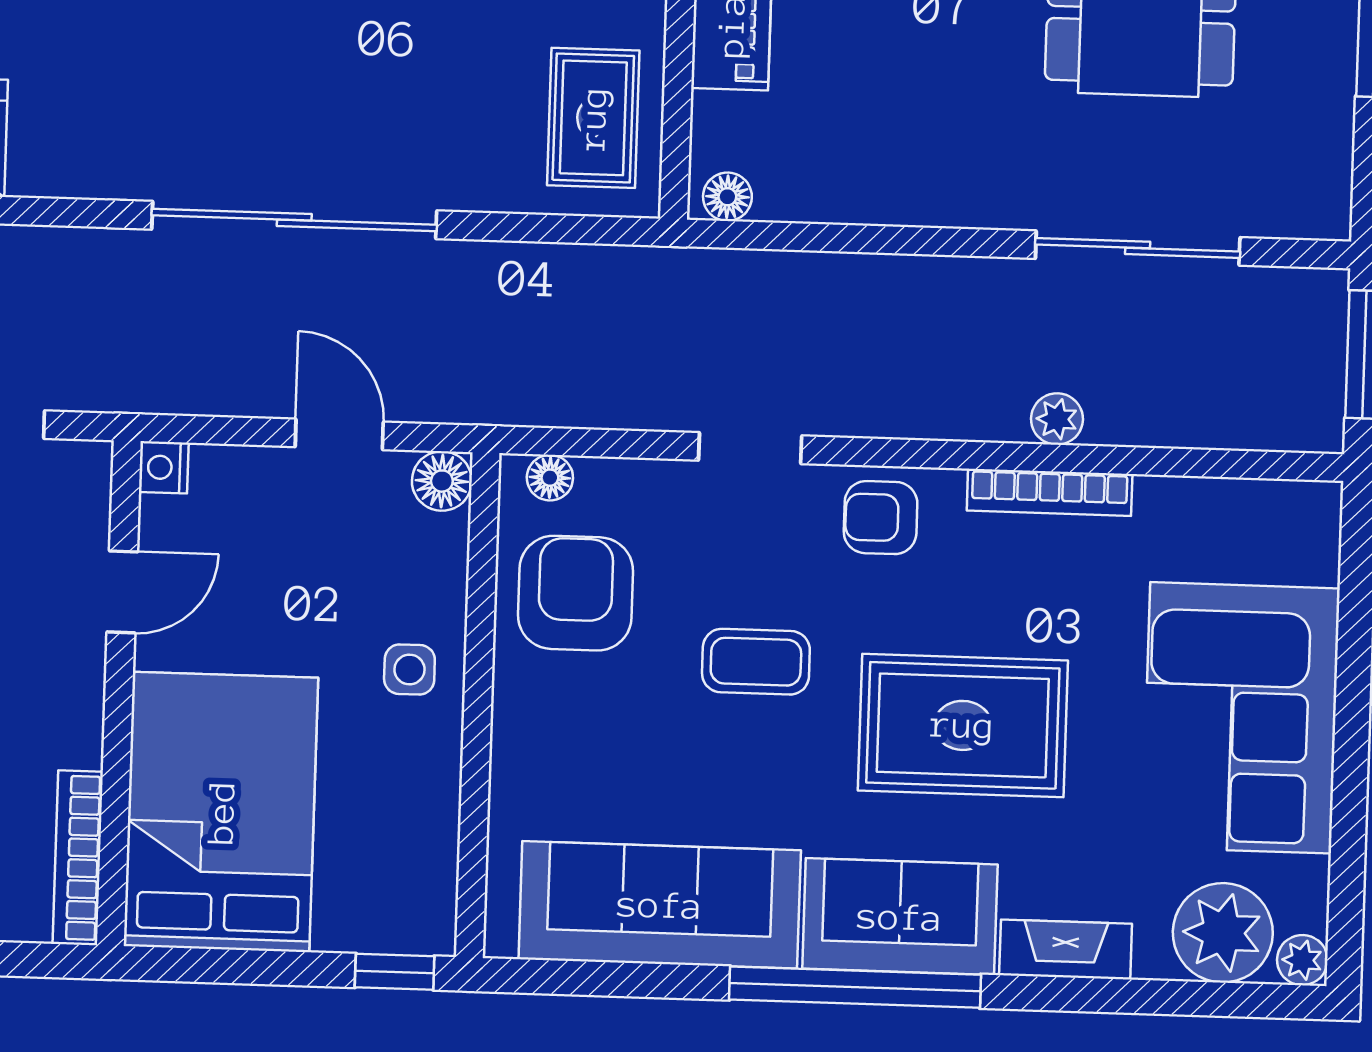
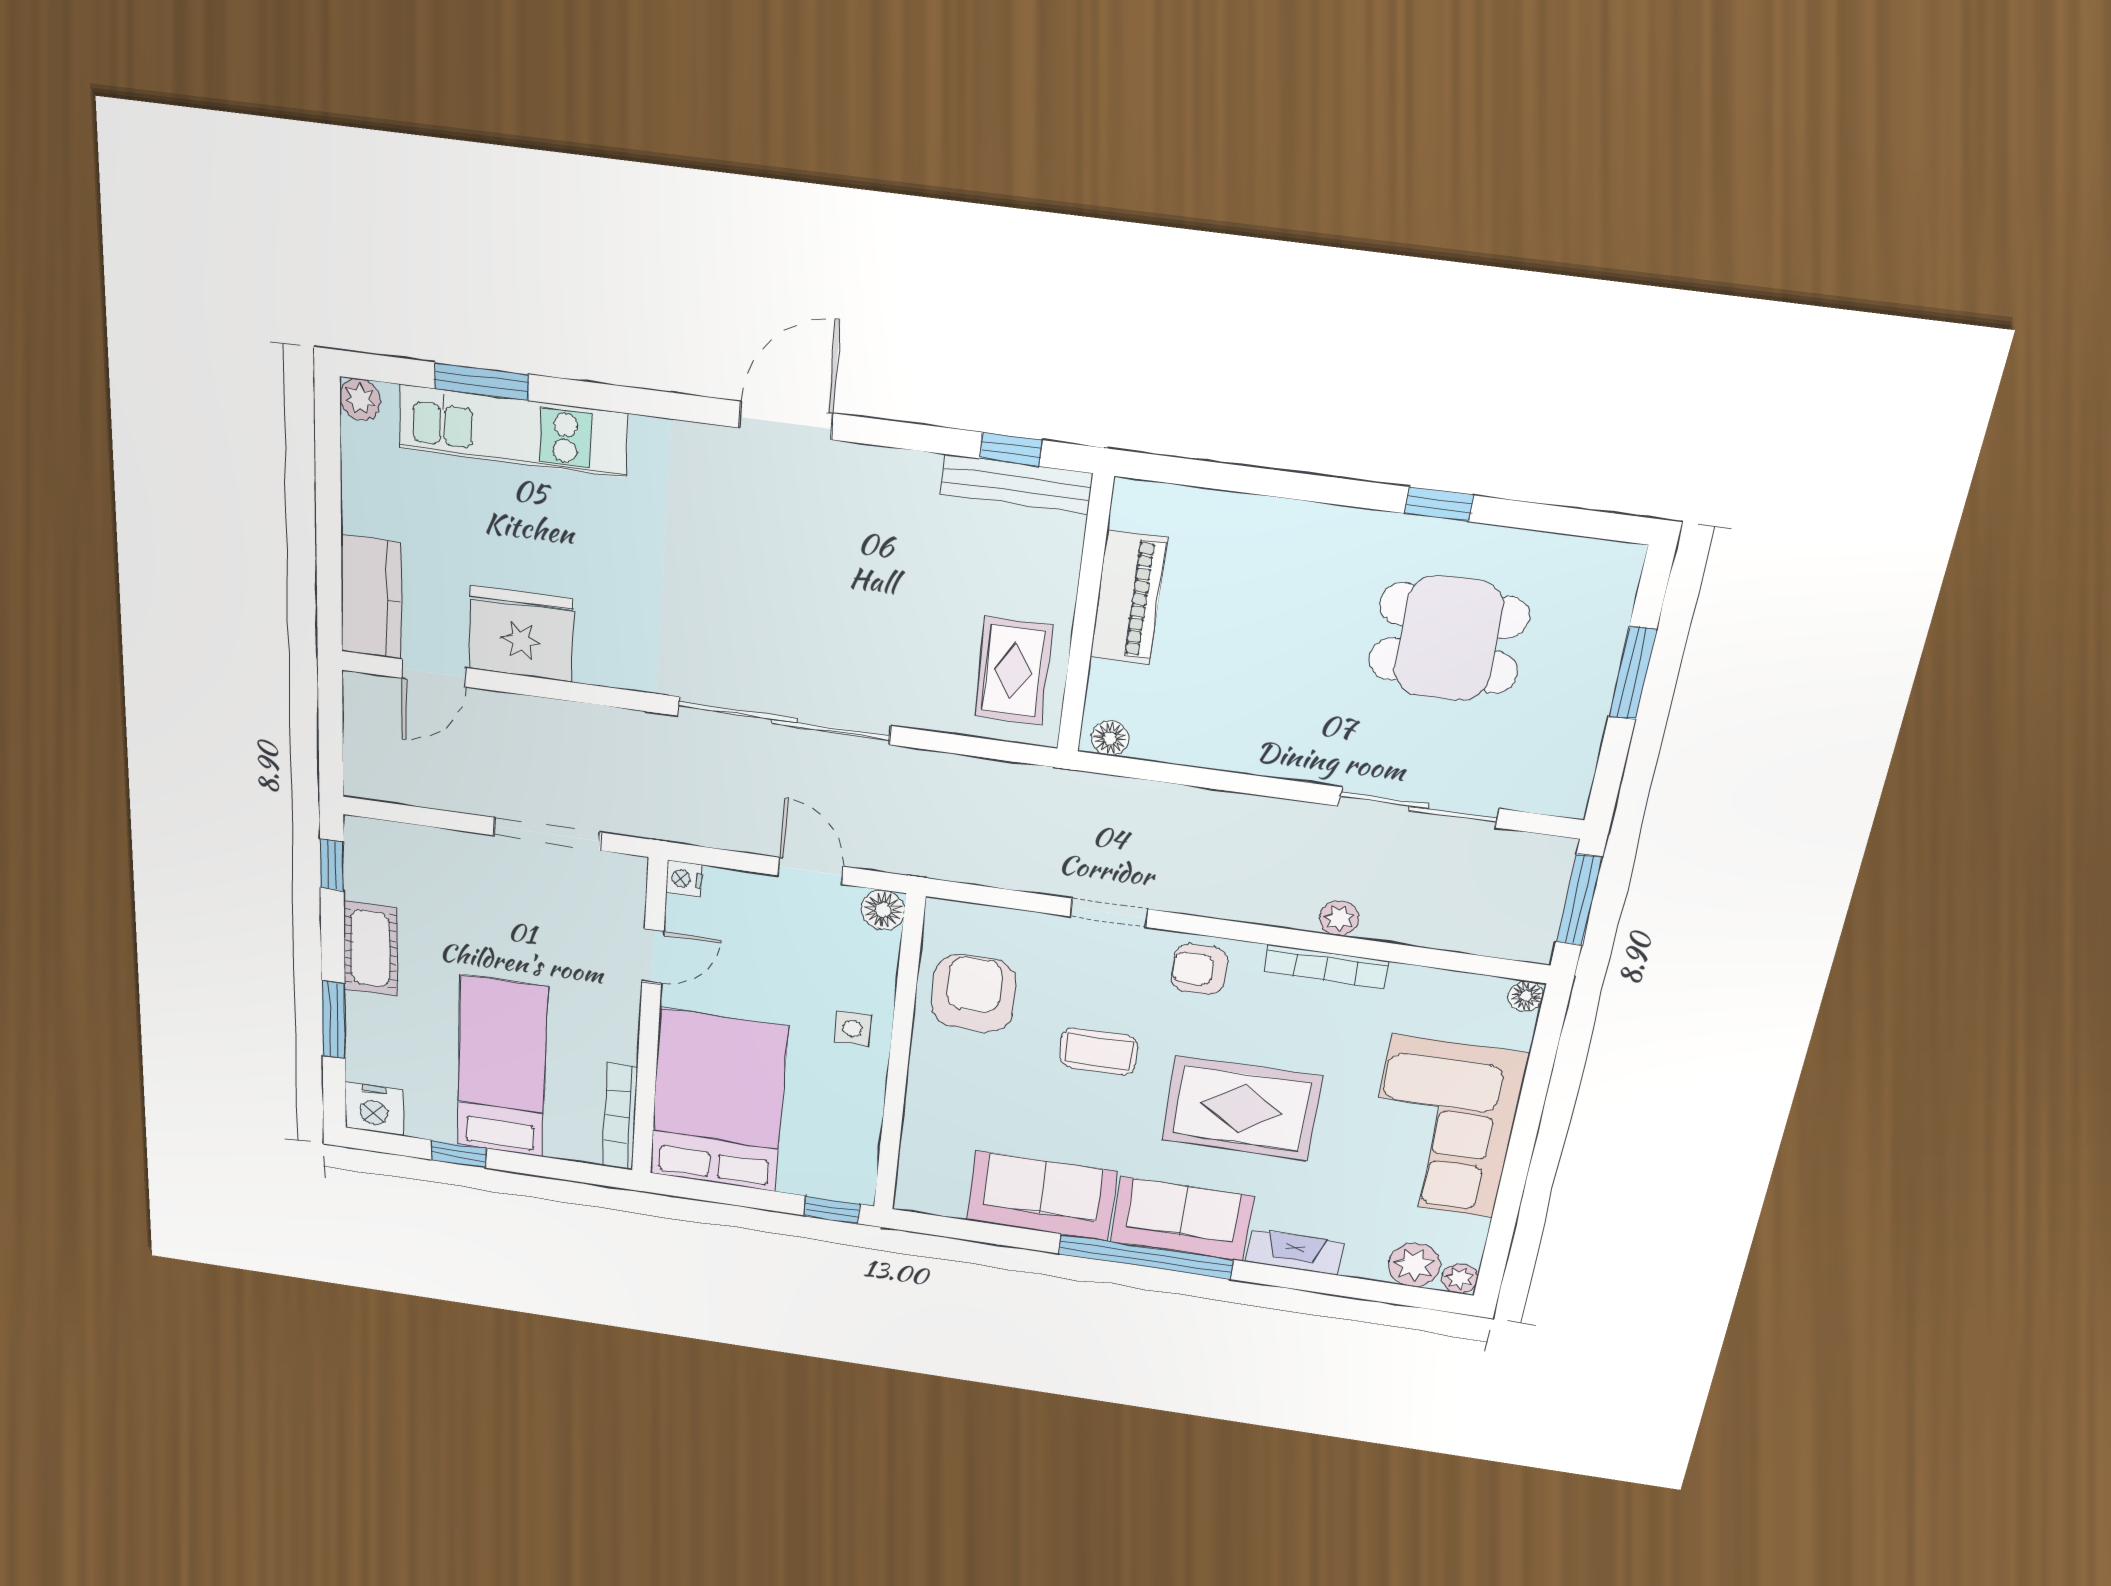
floor lamp: (550, 478) -> (1526, 996), moved
sofa: (660, 905) -> (1042, 1196), width x0.73
plant: (1223, 933) -> (1414, 1265), width x0.73, depth x0.73

